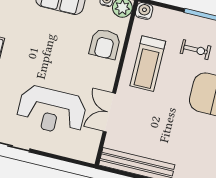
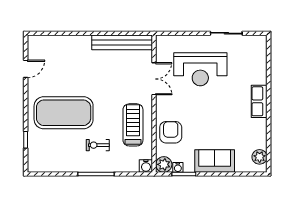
reception desk: (52, 110) -> (200, 69), turned 180

